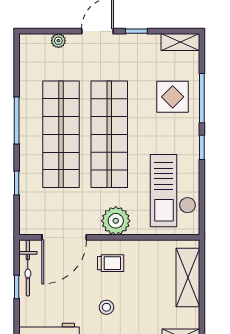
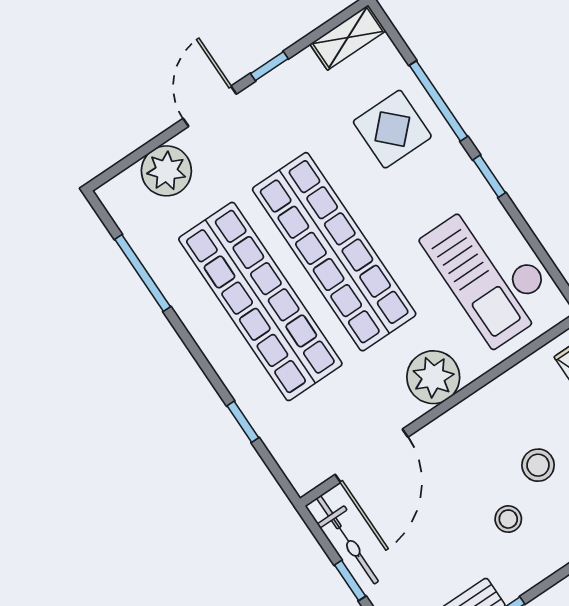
plant: (58, 41) -> (166, 171), width x1.88, depth x1.88
window: (17, 121) -> (143, 273), moved
trolley: (111, 263) -> (469, 447), removed
stool: (136, 292) -> (538, 465), added

